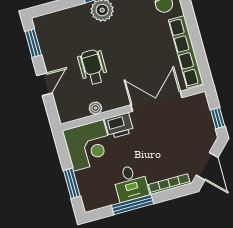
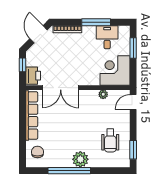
wheelchair: (93, 67) -> (110, 140), moved
door: (45, 84) -> (133, 102), moved
printer: (119, 126) -> (33, 76), moved, turned 90
desk: (131, 183) -> (107, 37), moved

